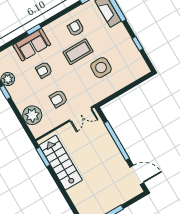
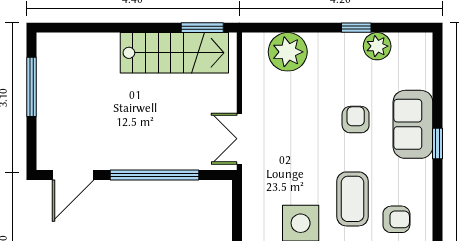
armchair: (58, 99) -> (290, 115), removed

